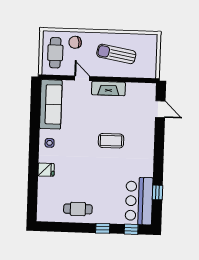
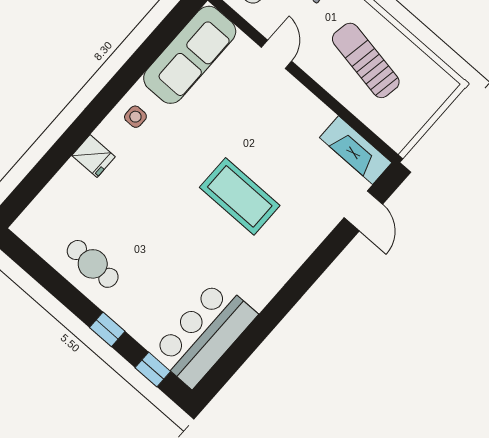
fireplace: (108, 88) -> (356, 150), moved
coffee table: (111, 141) -> (240, 196), width x1.36, depth x1.32
window: (157, 192) -> (246, 344), removed

